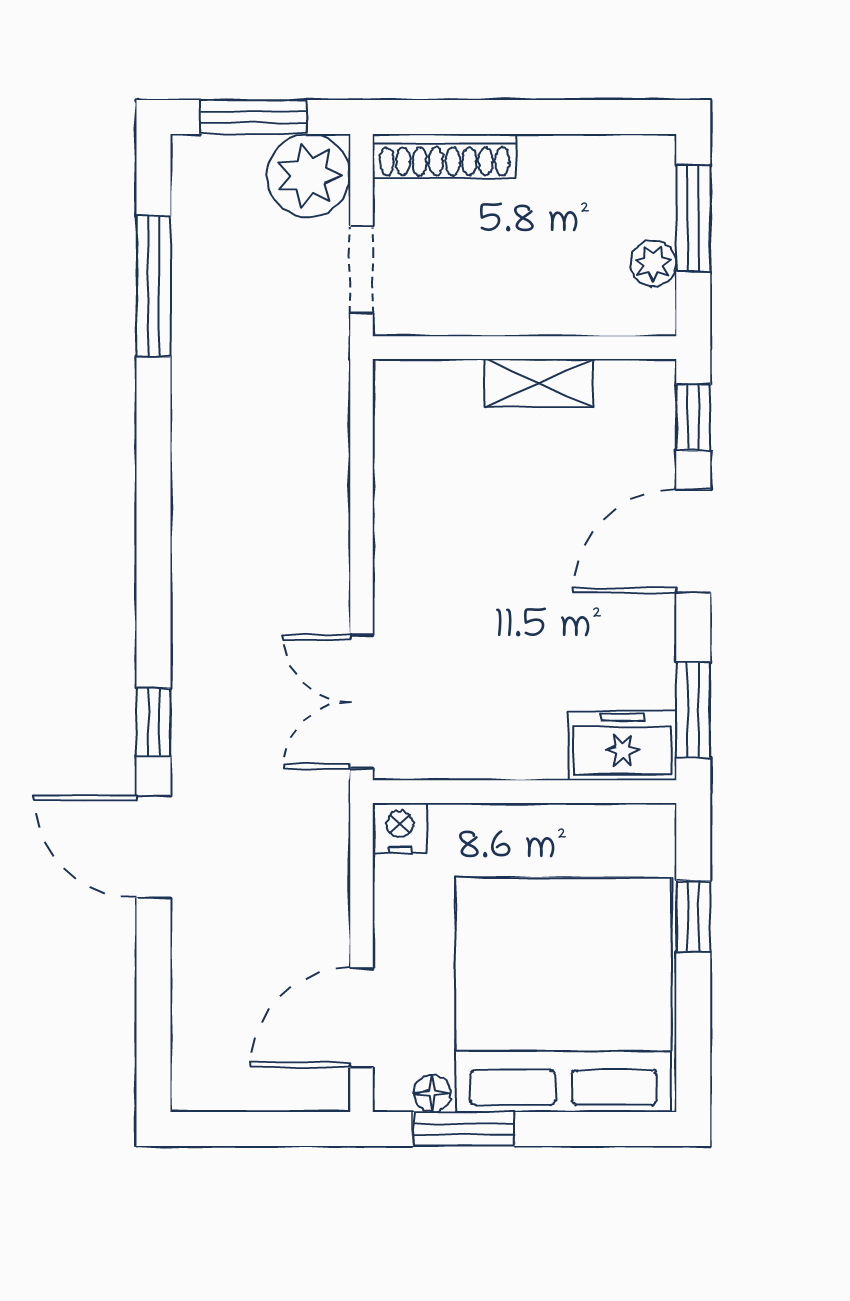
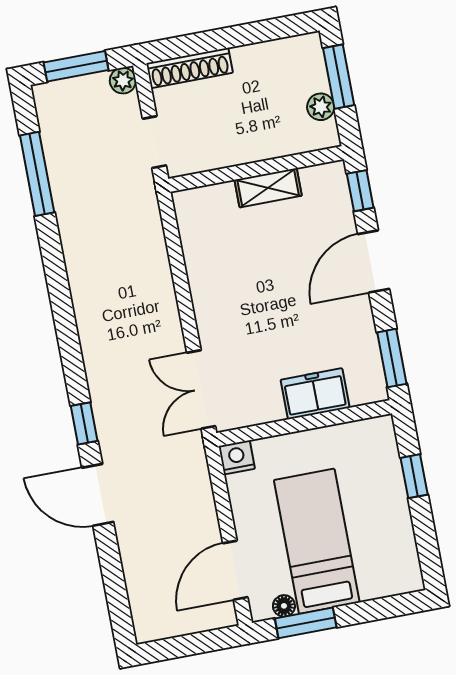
plant: (309, 176) -> (123, 81), width x0.53, depth x0.53
freezer: (623, 746) -> (315, 394), moved
bed: (563, 995) -> (317, 541), width x0.49

